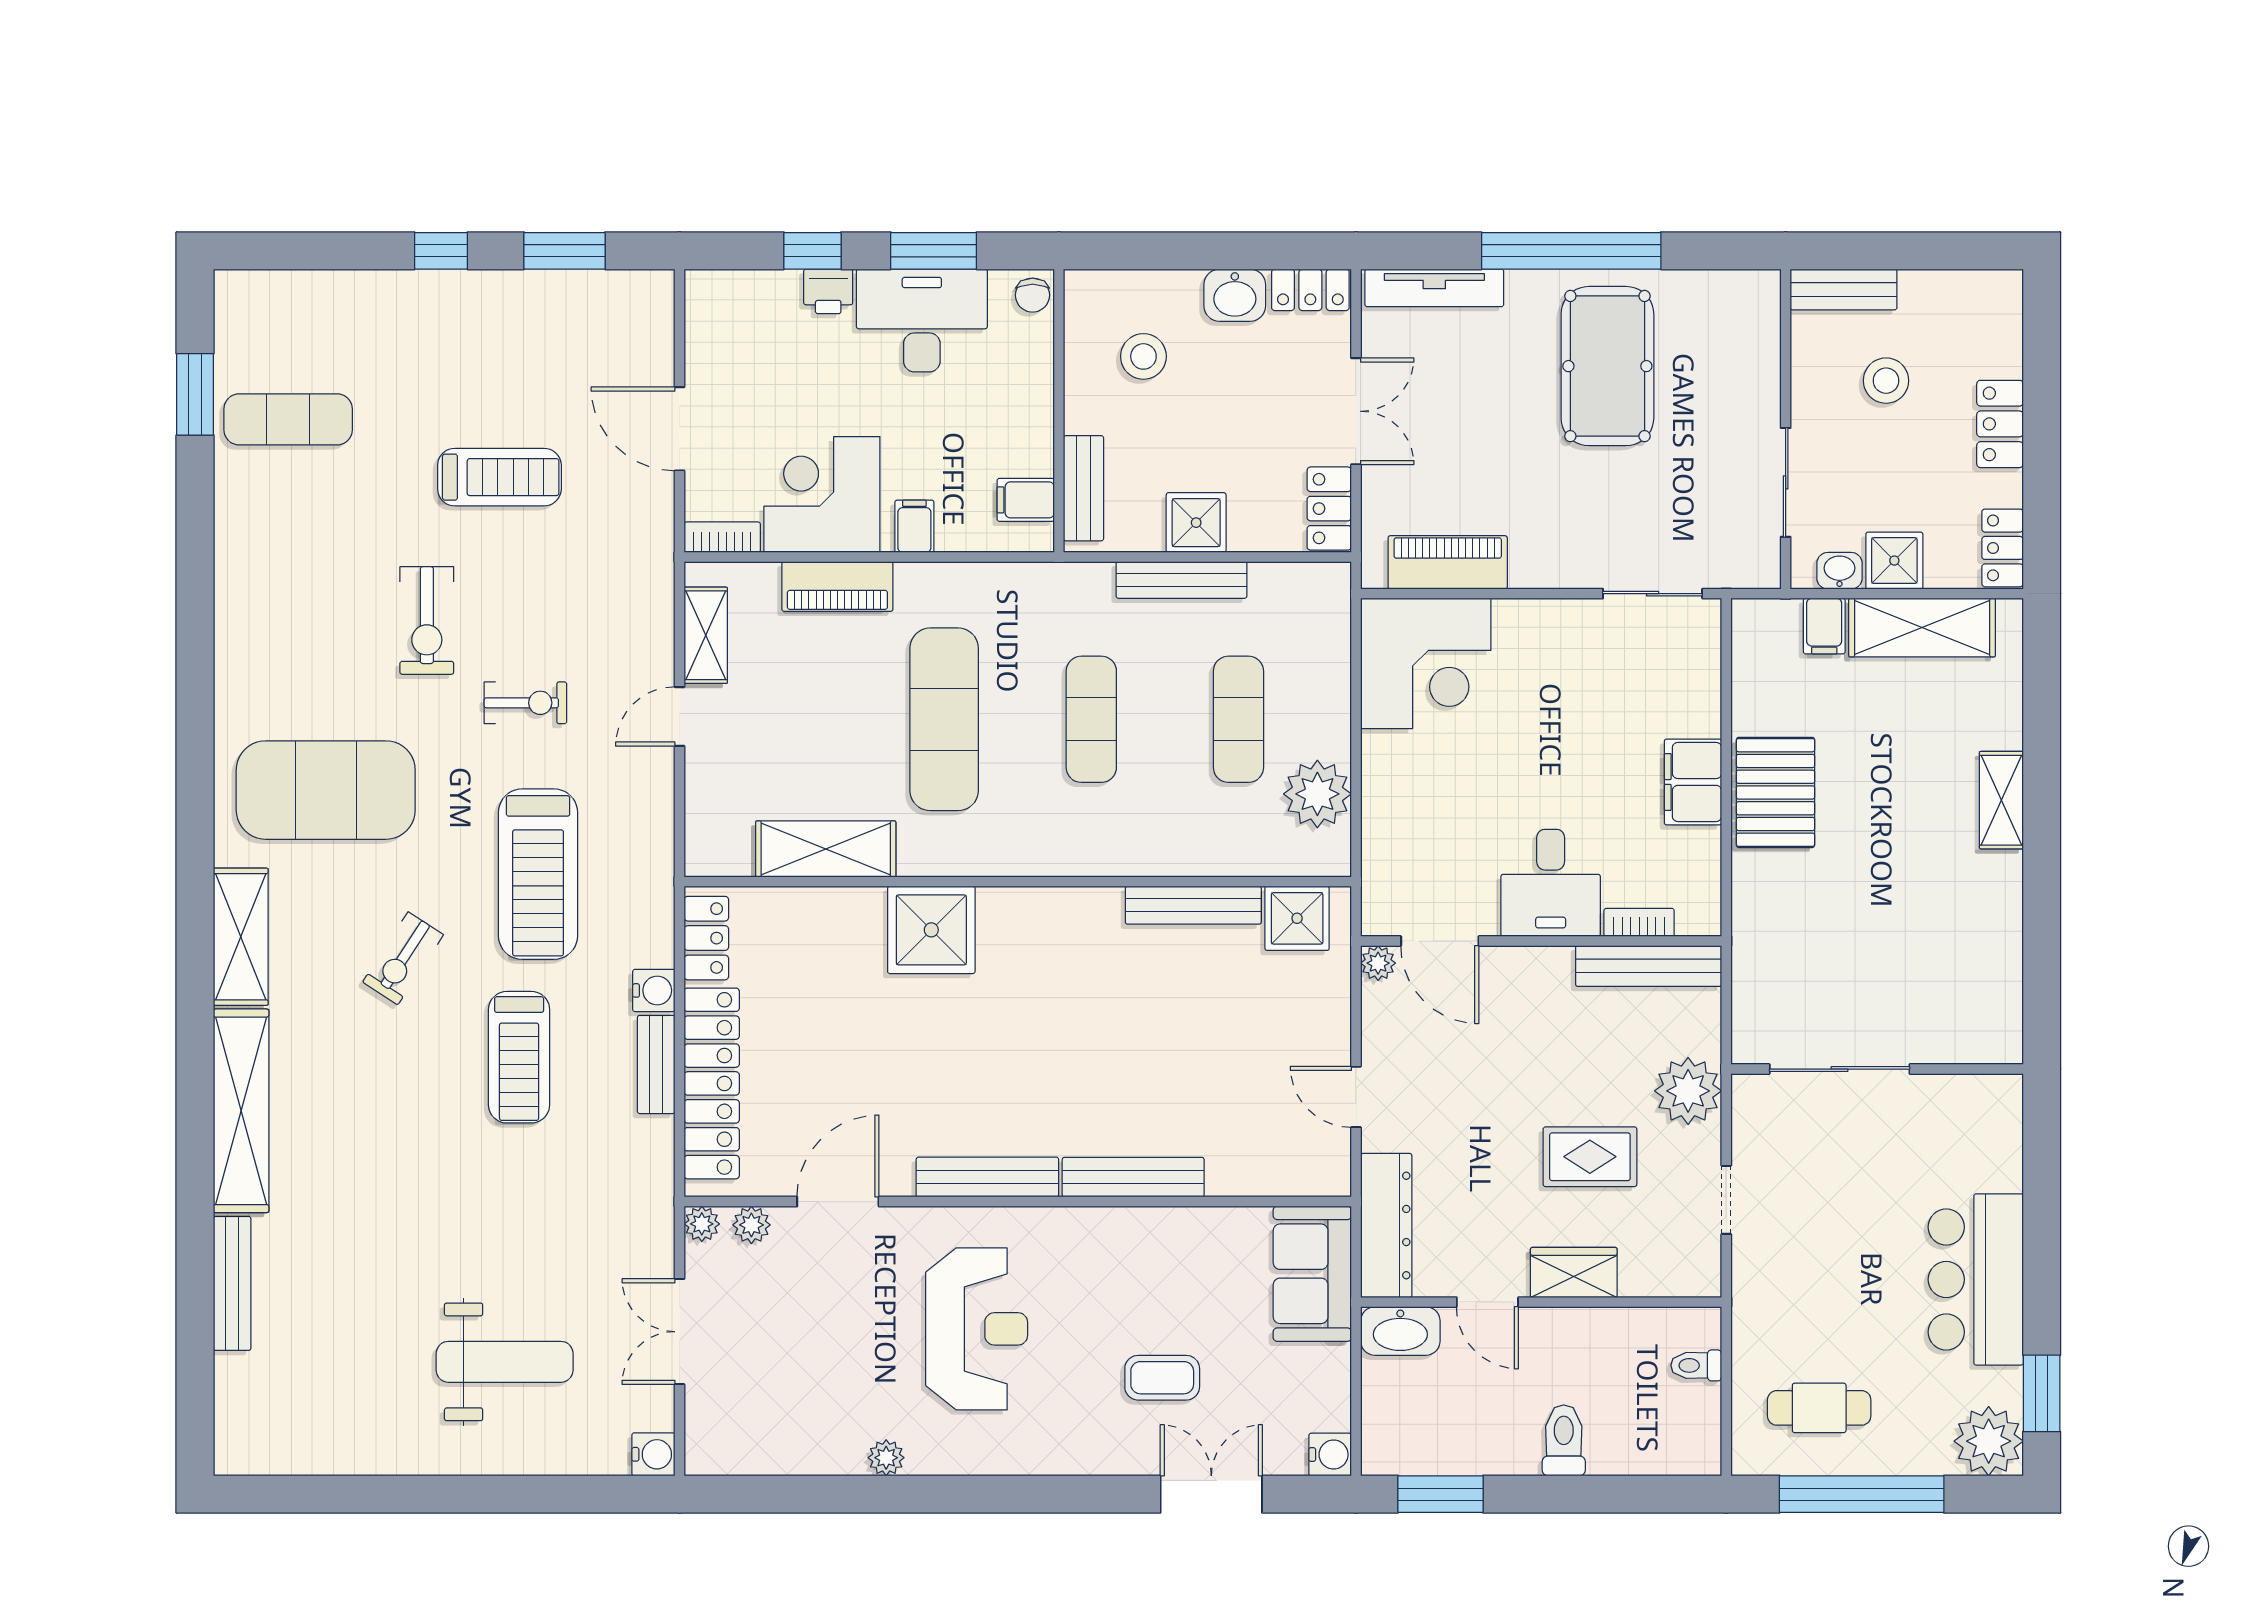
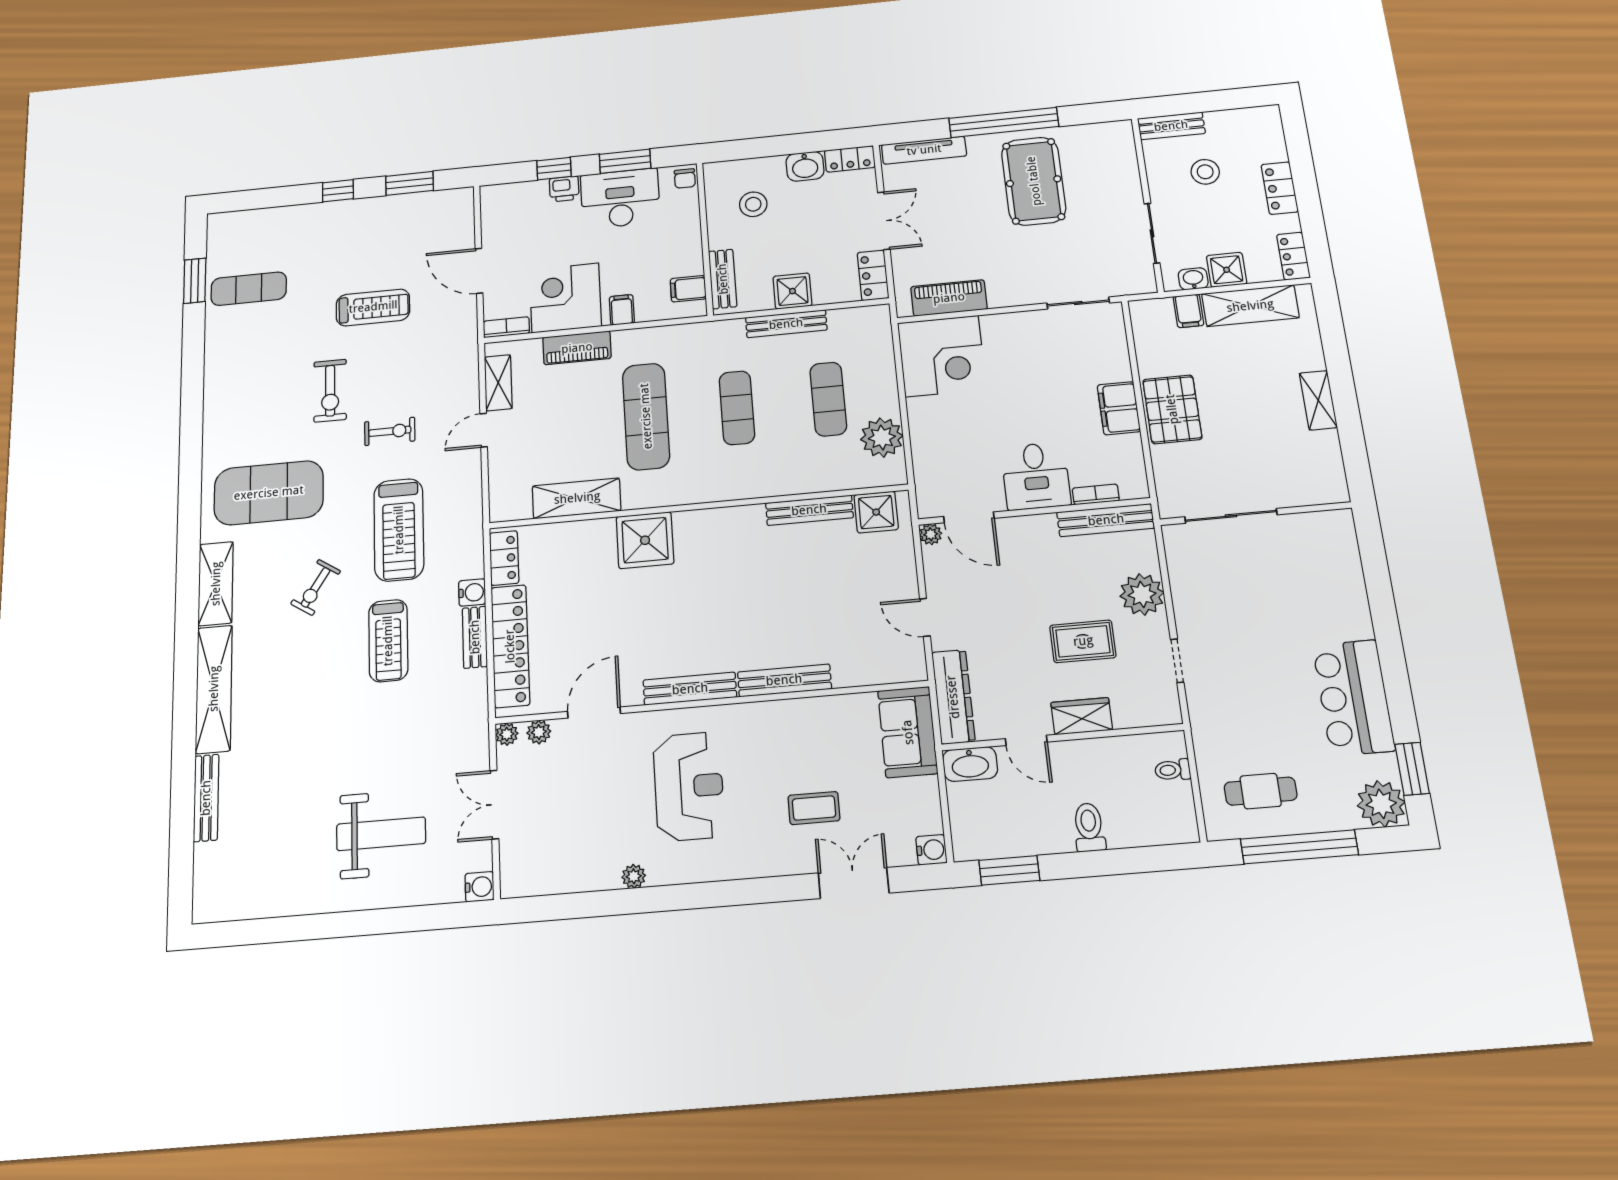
sliding door: (1840, 1069) -> (1231, 516), moved
wall: (1877, 1069) -> (1256, 514), moved

